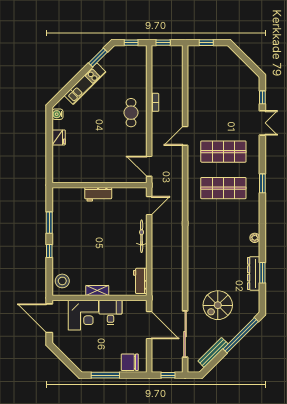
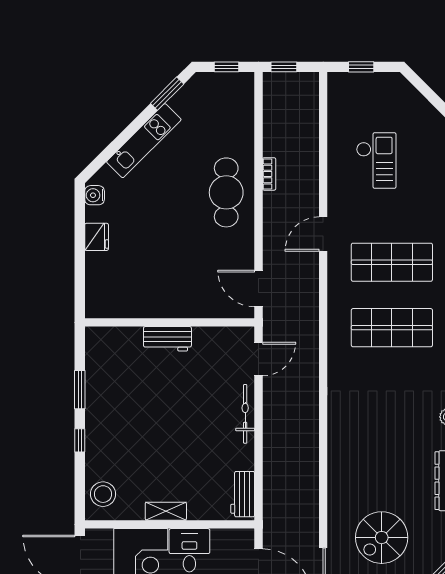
checkout: (215, 95) -> (376, 160), added
cafe table: (131, 113) -> (226, 192), width x1.37, depth x1.35

